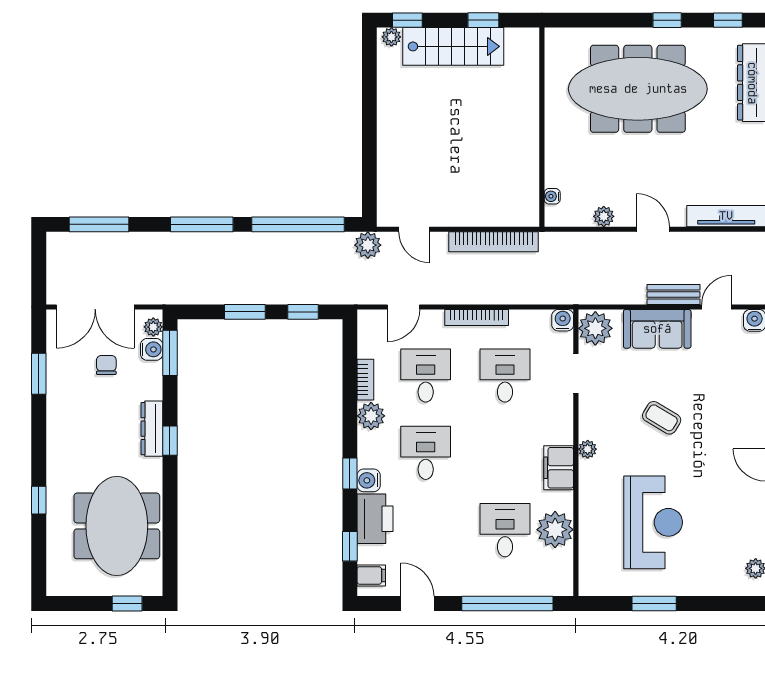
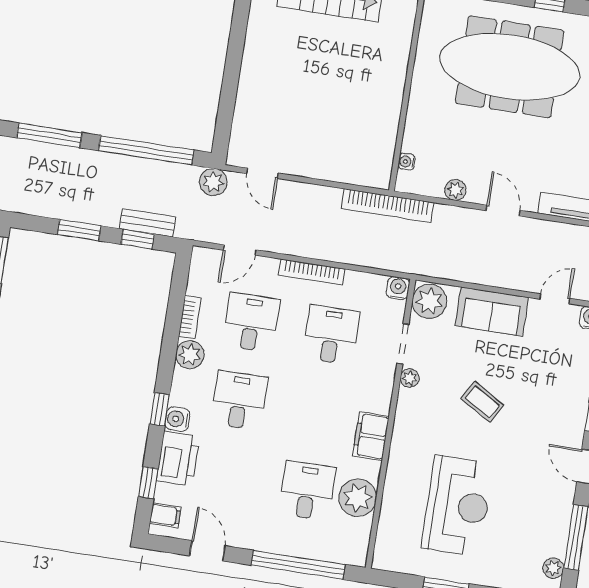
bookcase: (494, 242) -> (388, 206), moved
bench: (673, 294) -> (148, 223), moved
plant: (588, 449) -> (410, 378), moved

